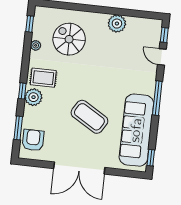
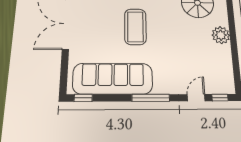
plant: (117, 24) -> (221, 35), moved
coffee table: (89, 117) -> (135, 27), moved, turned -31

